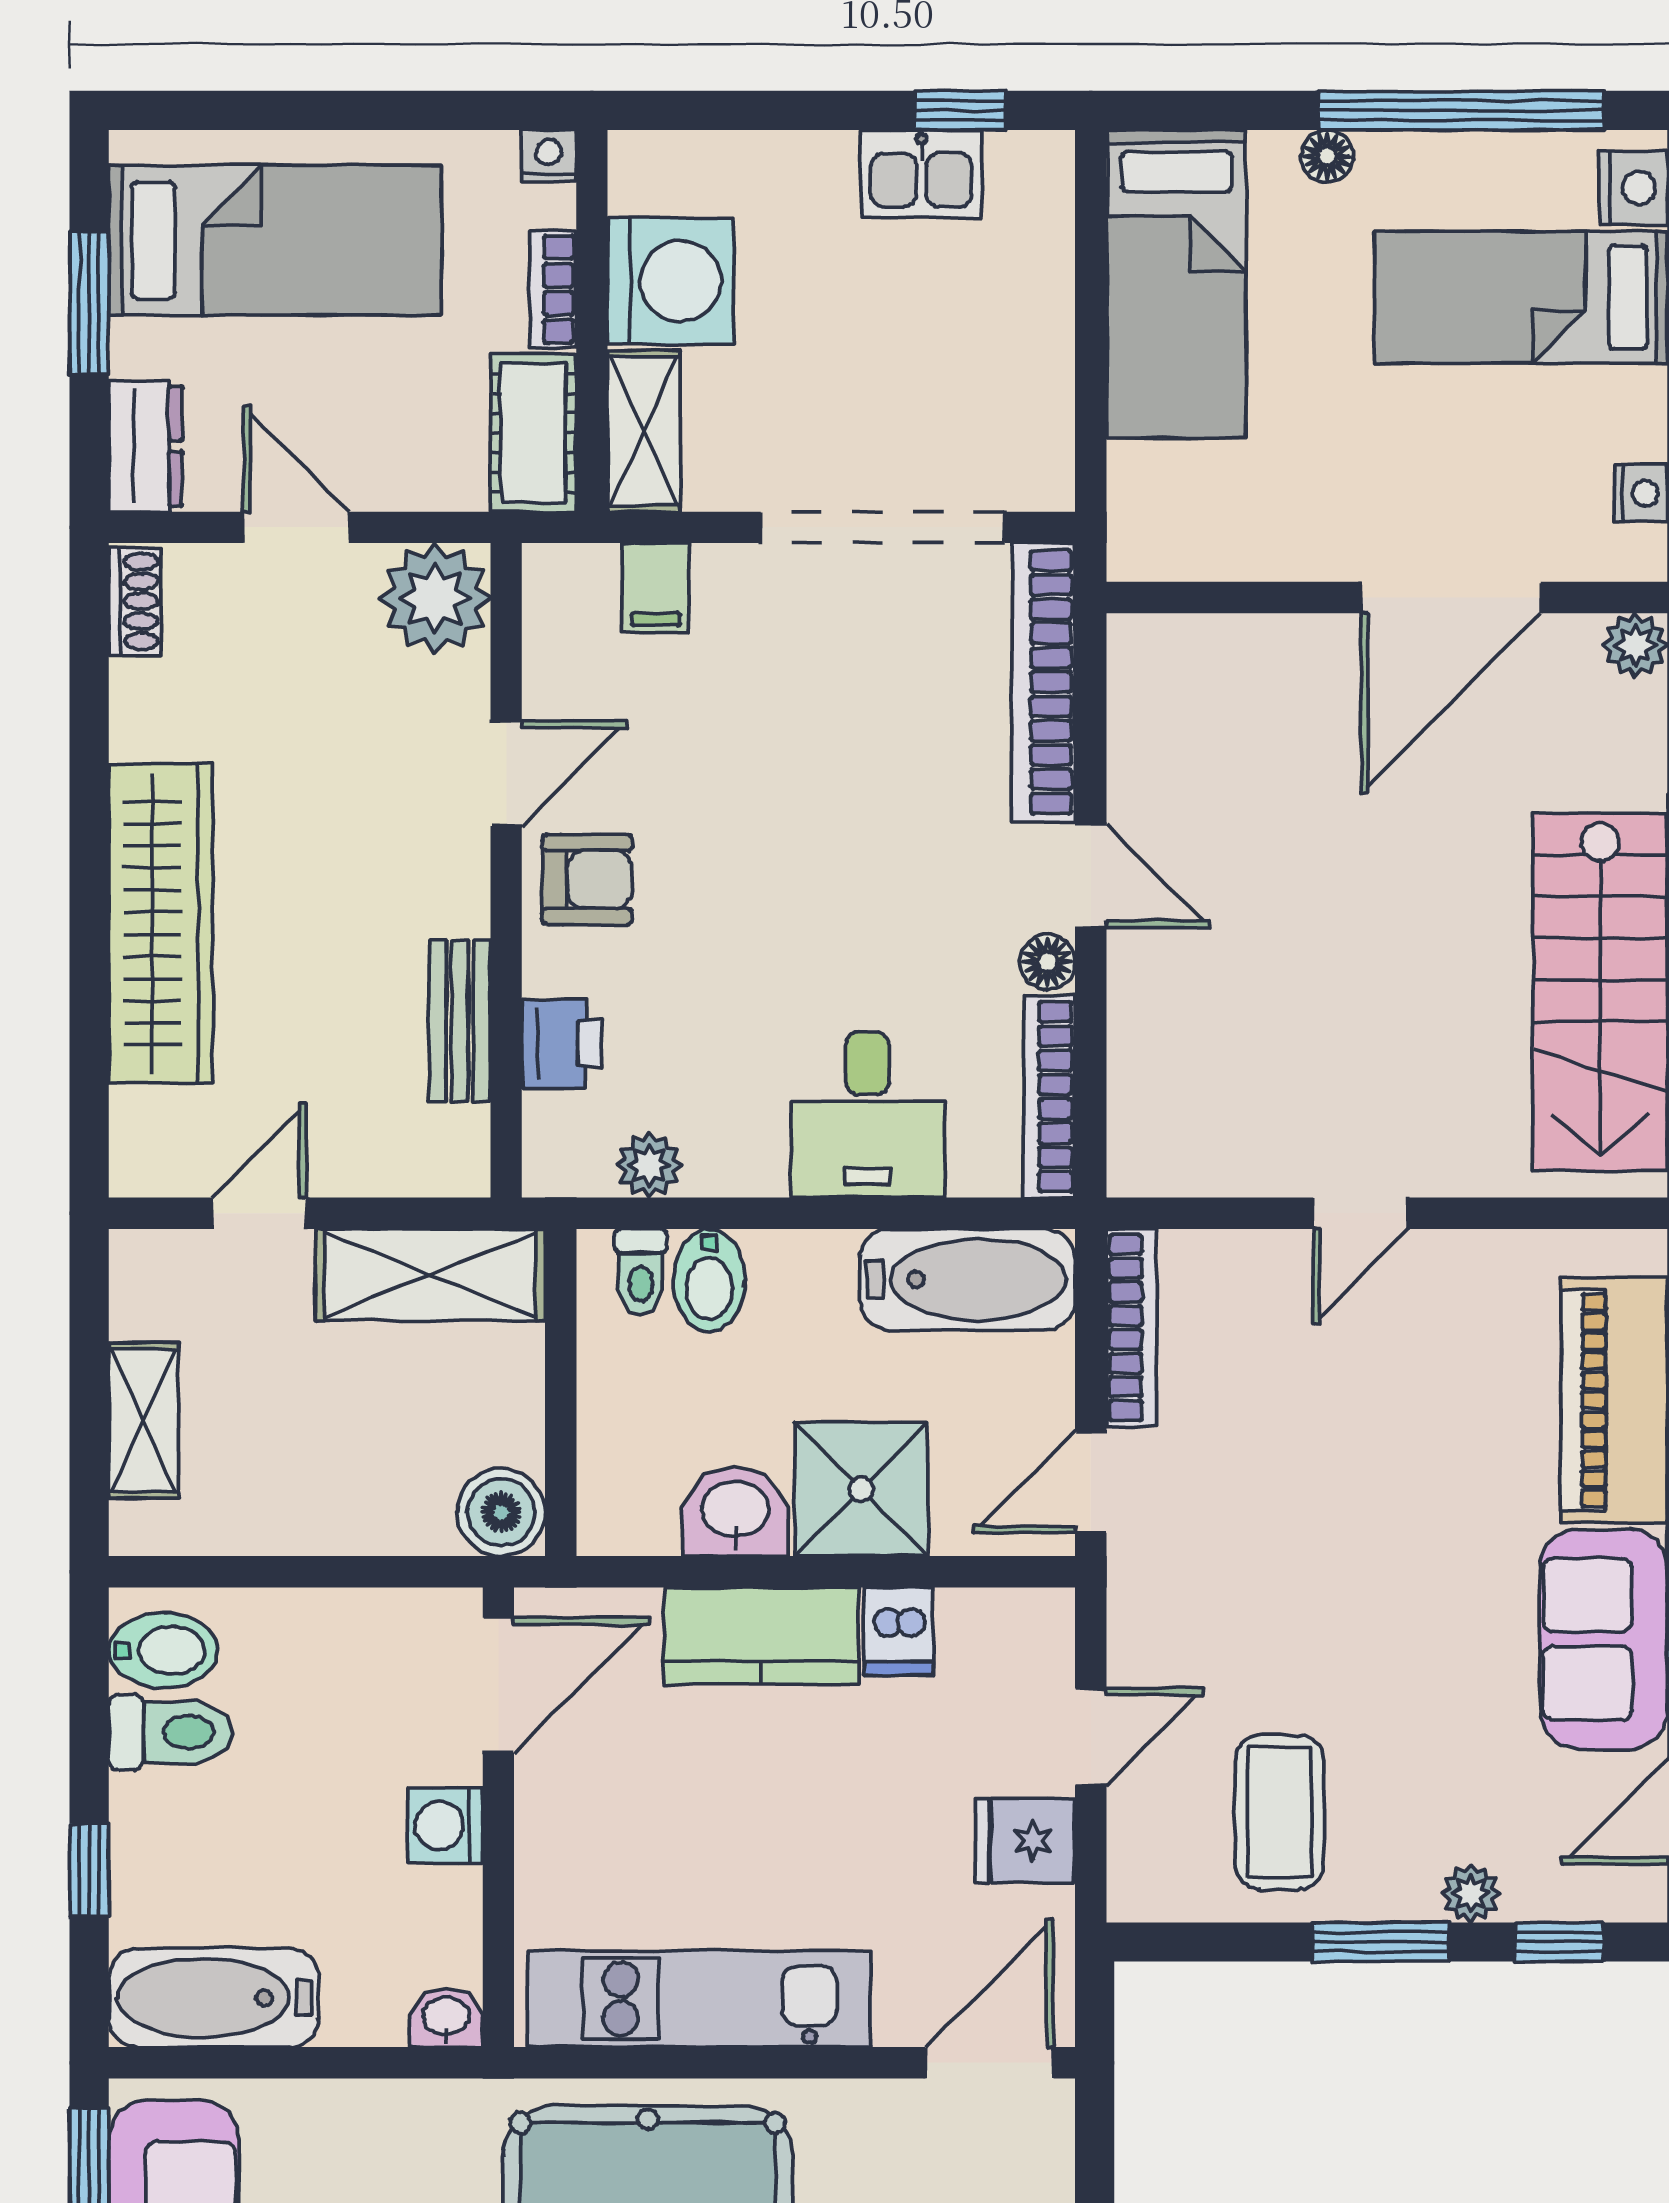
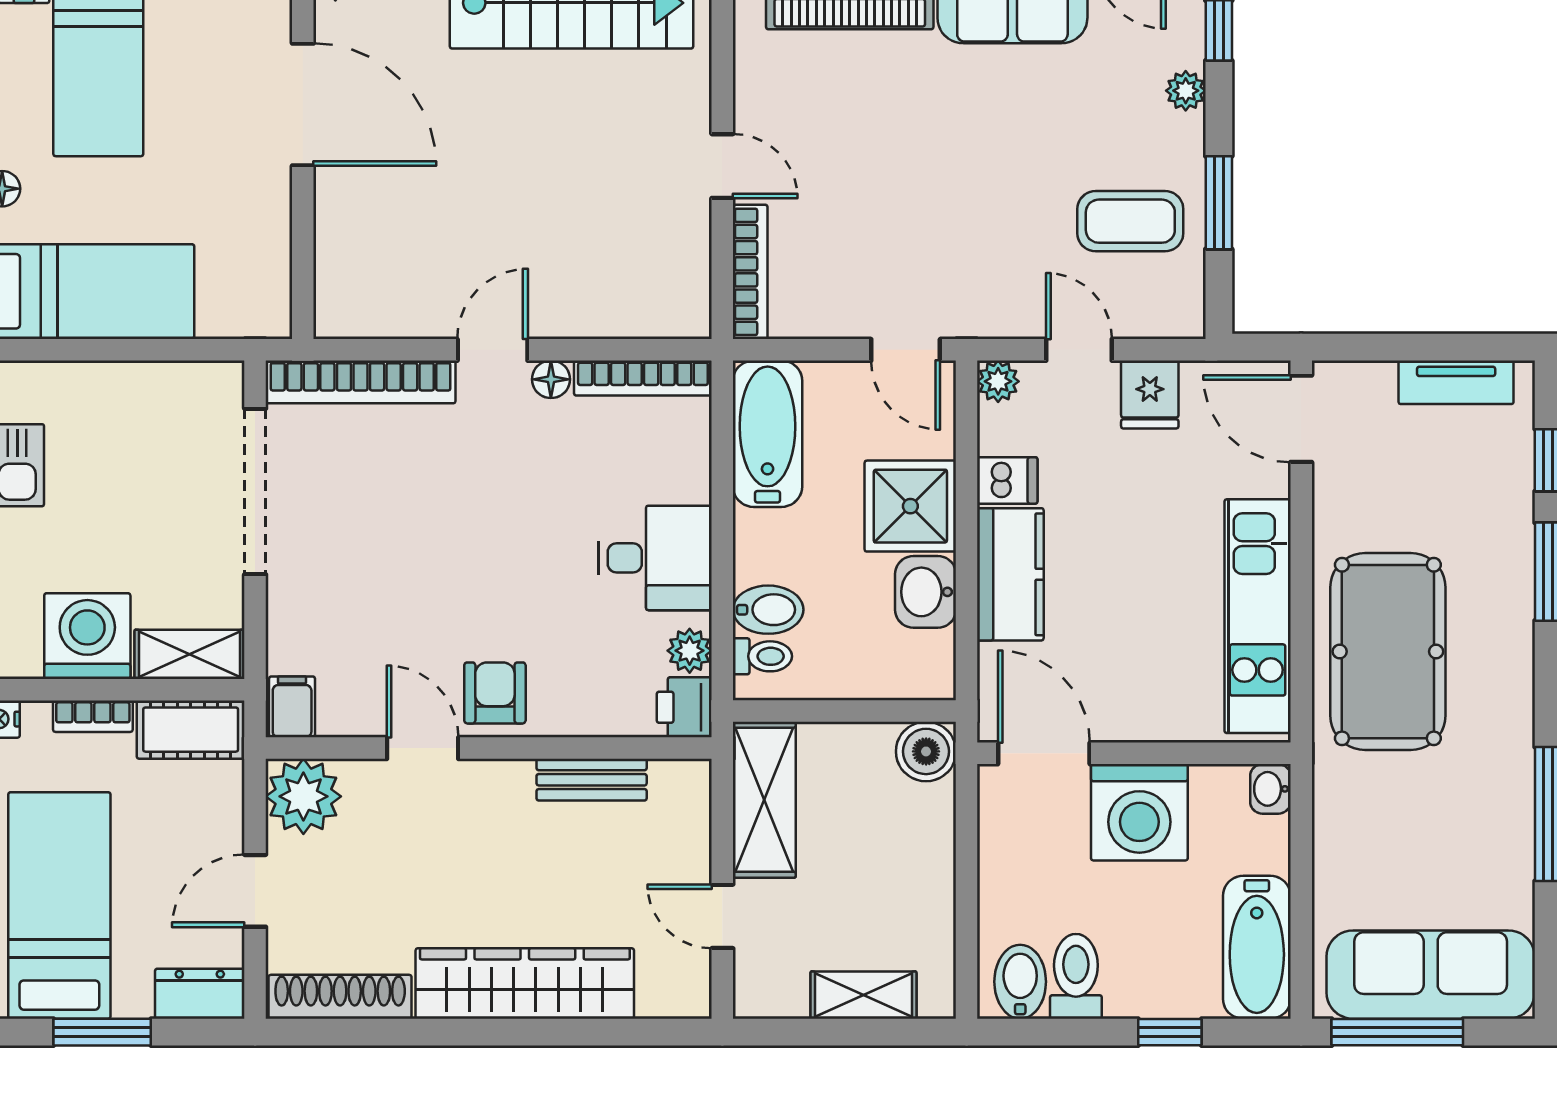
filing cabinet: (656, 588) -> (292, 707), moved, turned -90
shoe rack: (135, 601) -> (340, 997), width x1.94, depth x1.24
printer: (562, 1044) -> (684, 707), moved, turned -90
desk: (868, 1115) -> (655, 558), moved
bookcase: (1132, 1328) -> (750, 272), moved, turned 90
plant: (1045, 1618) -> (998, 381), added
washing machine: (445, 1825) -> (1139, 812), width x1.89, depth x1.89
window: (1381, 1942) -> (1219, 203), moved

